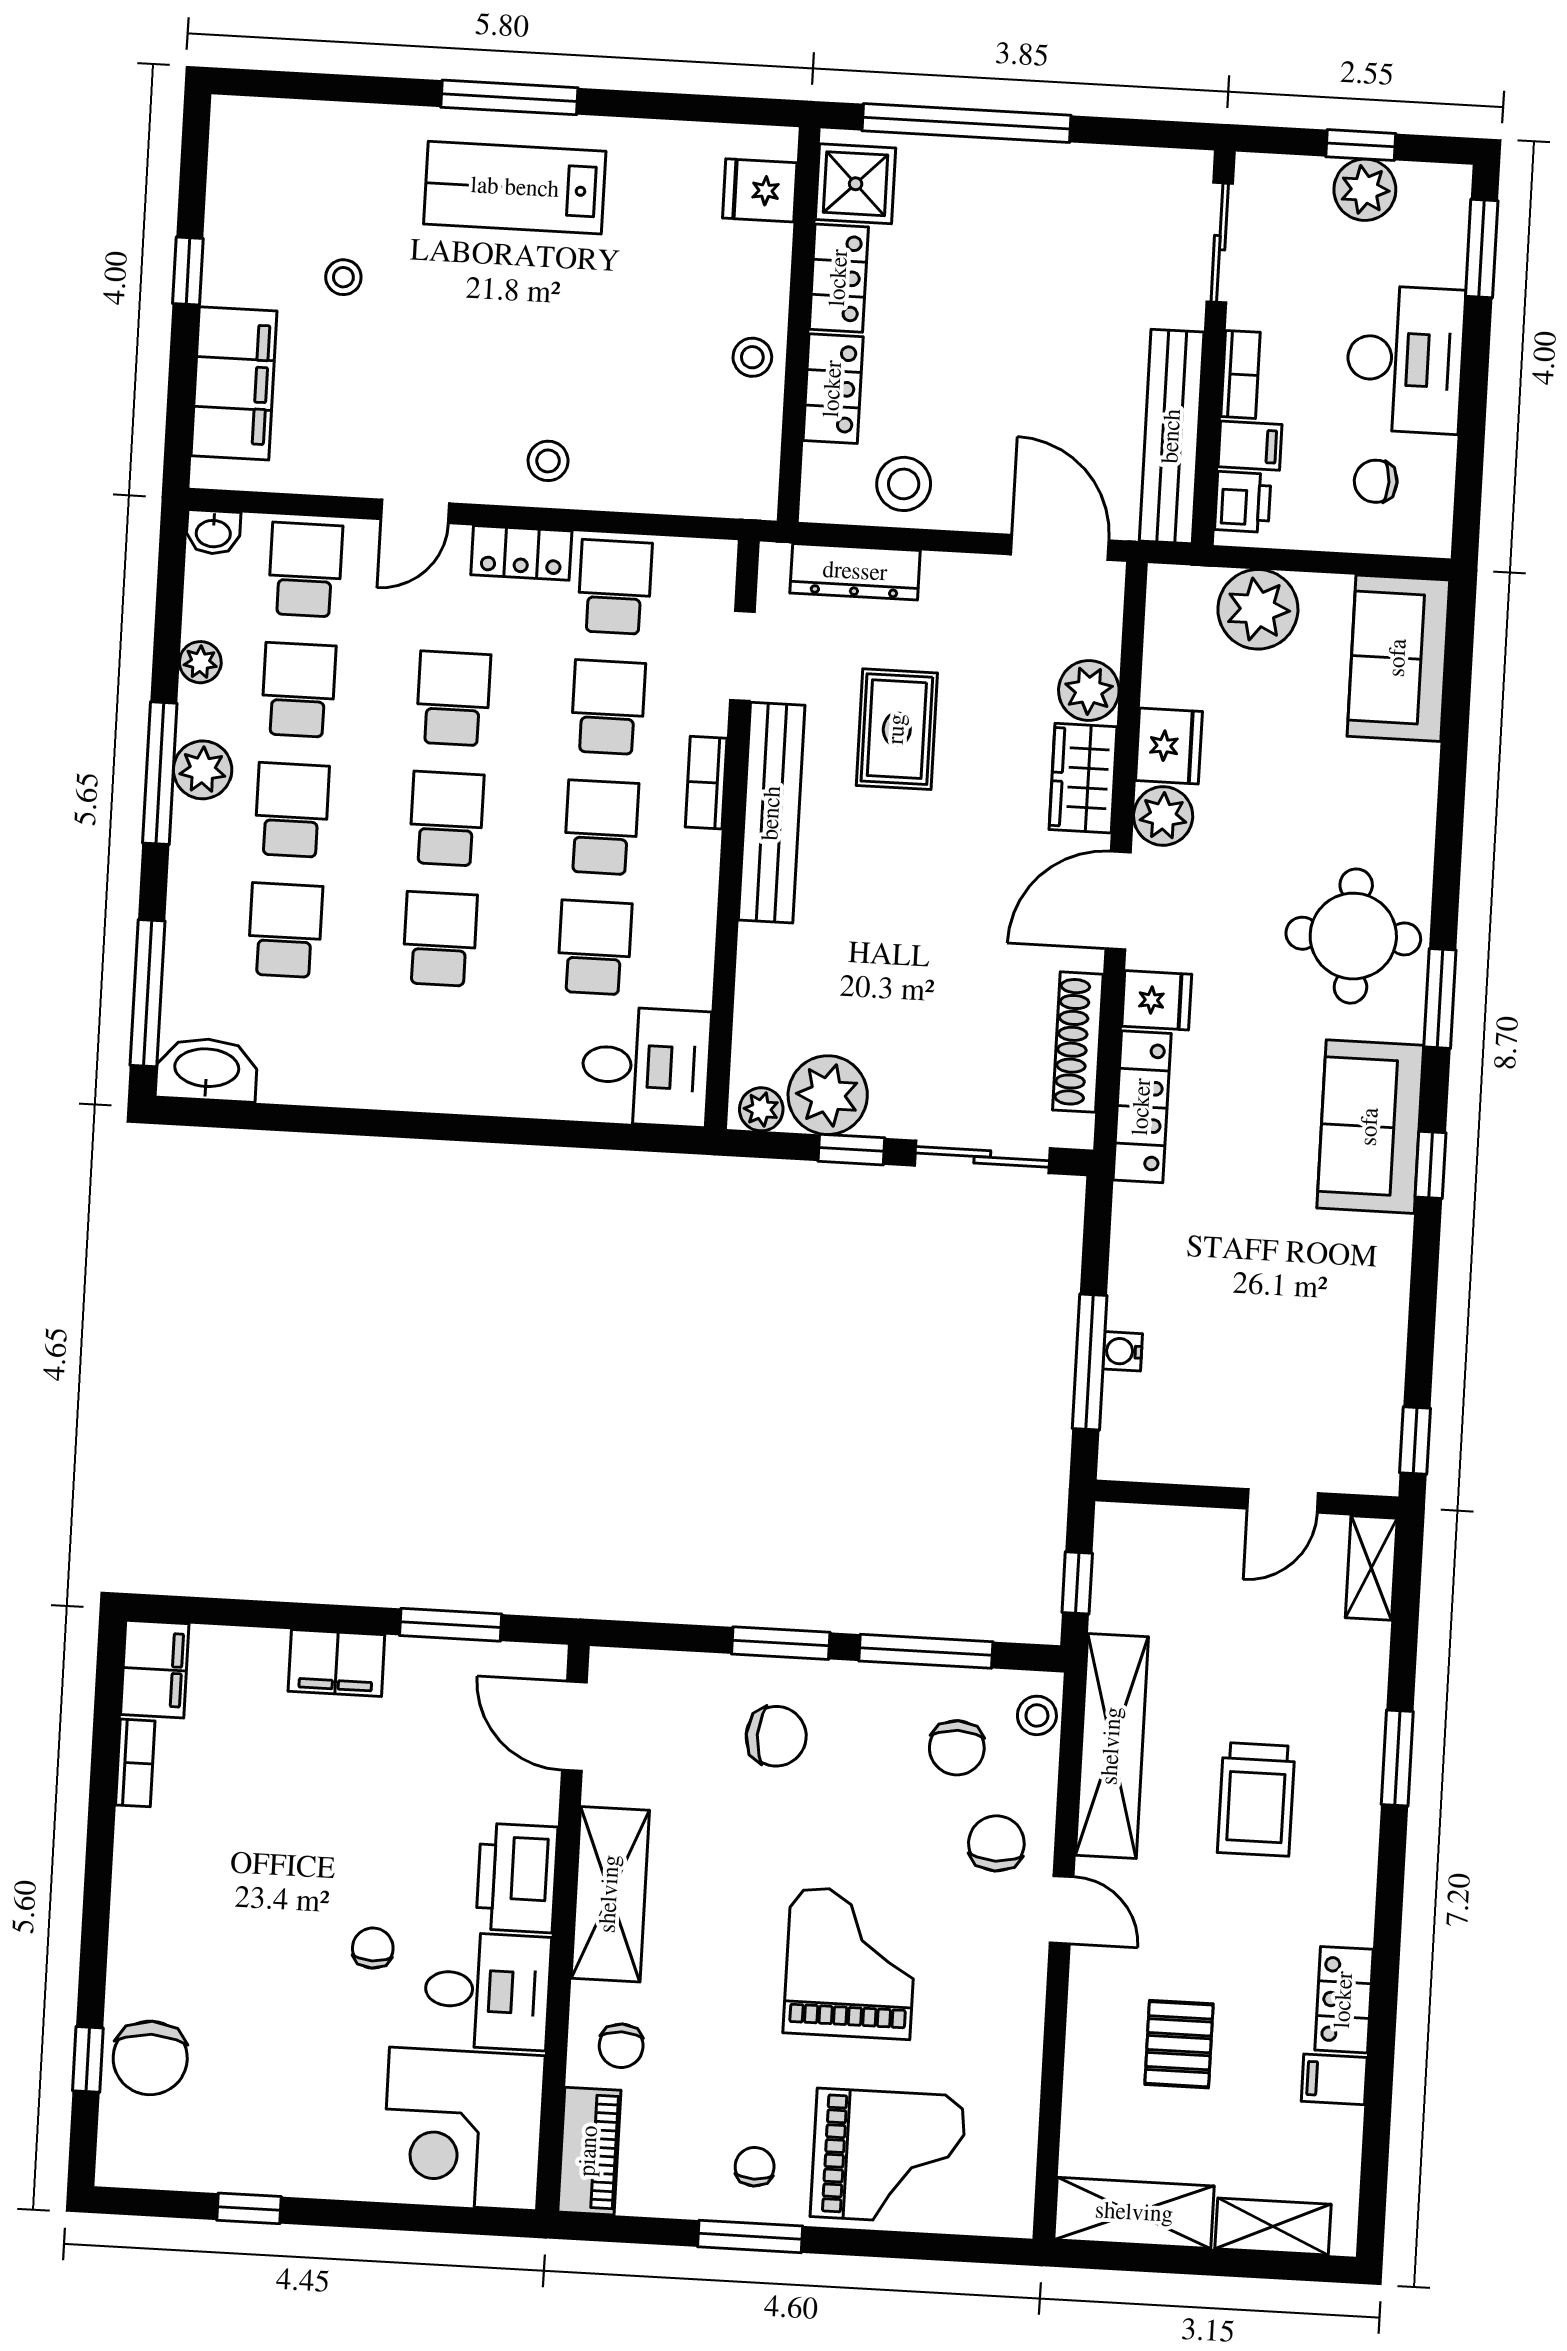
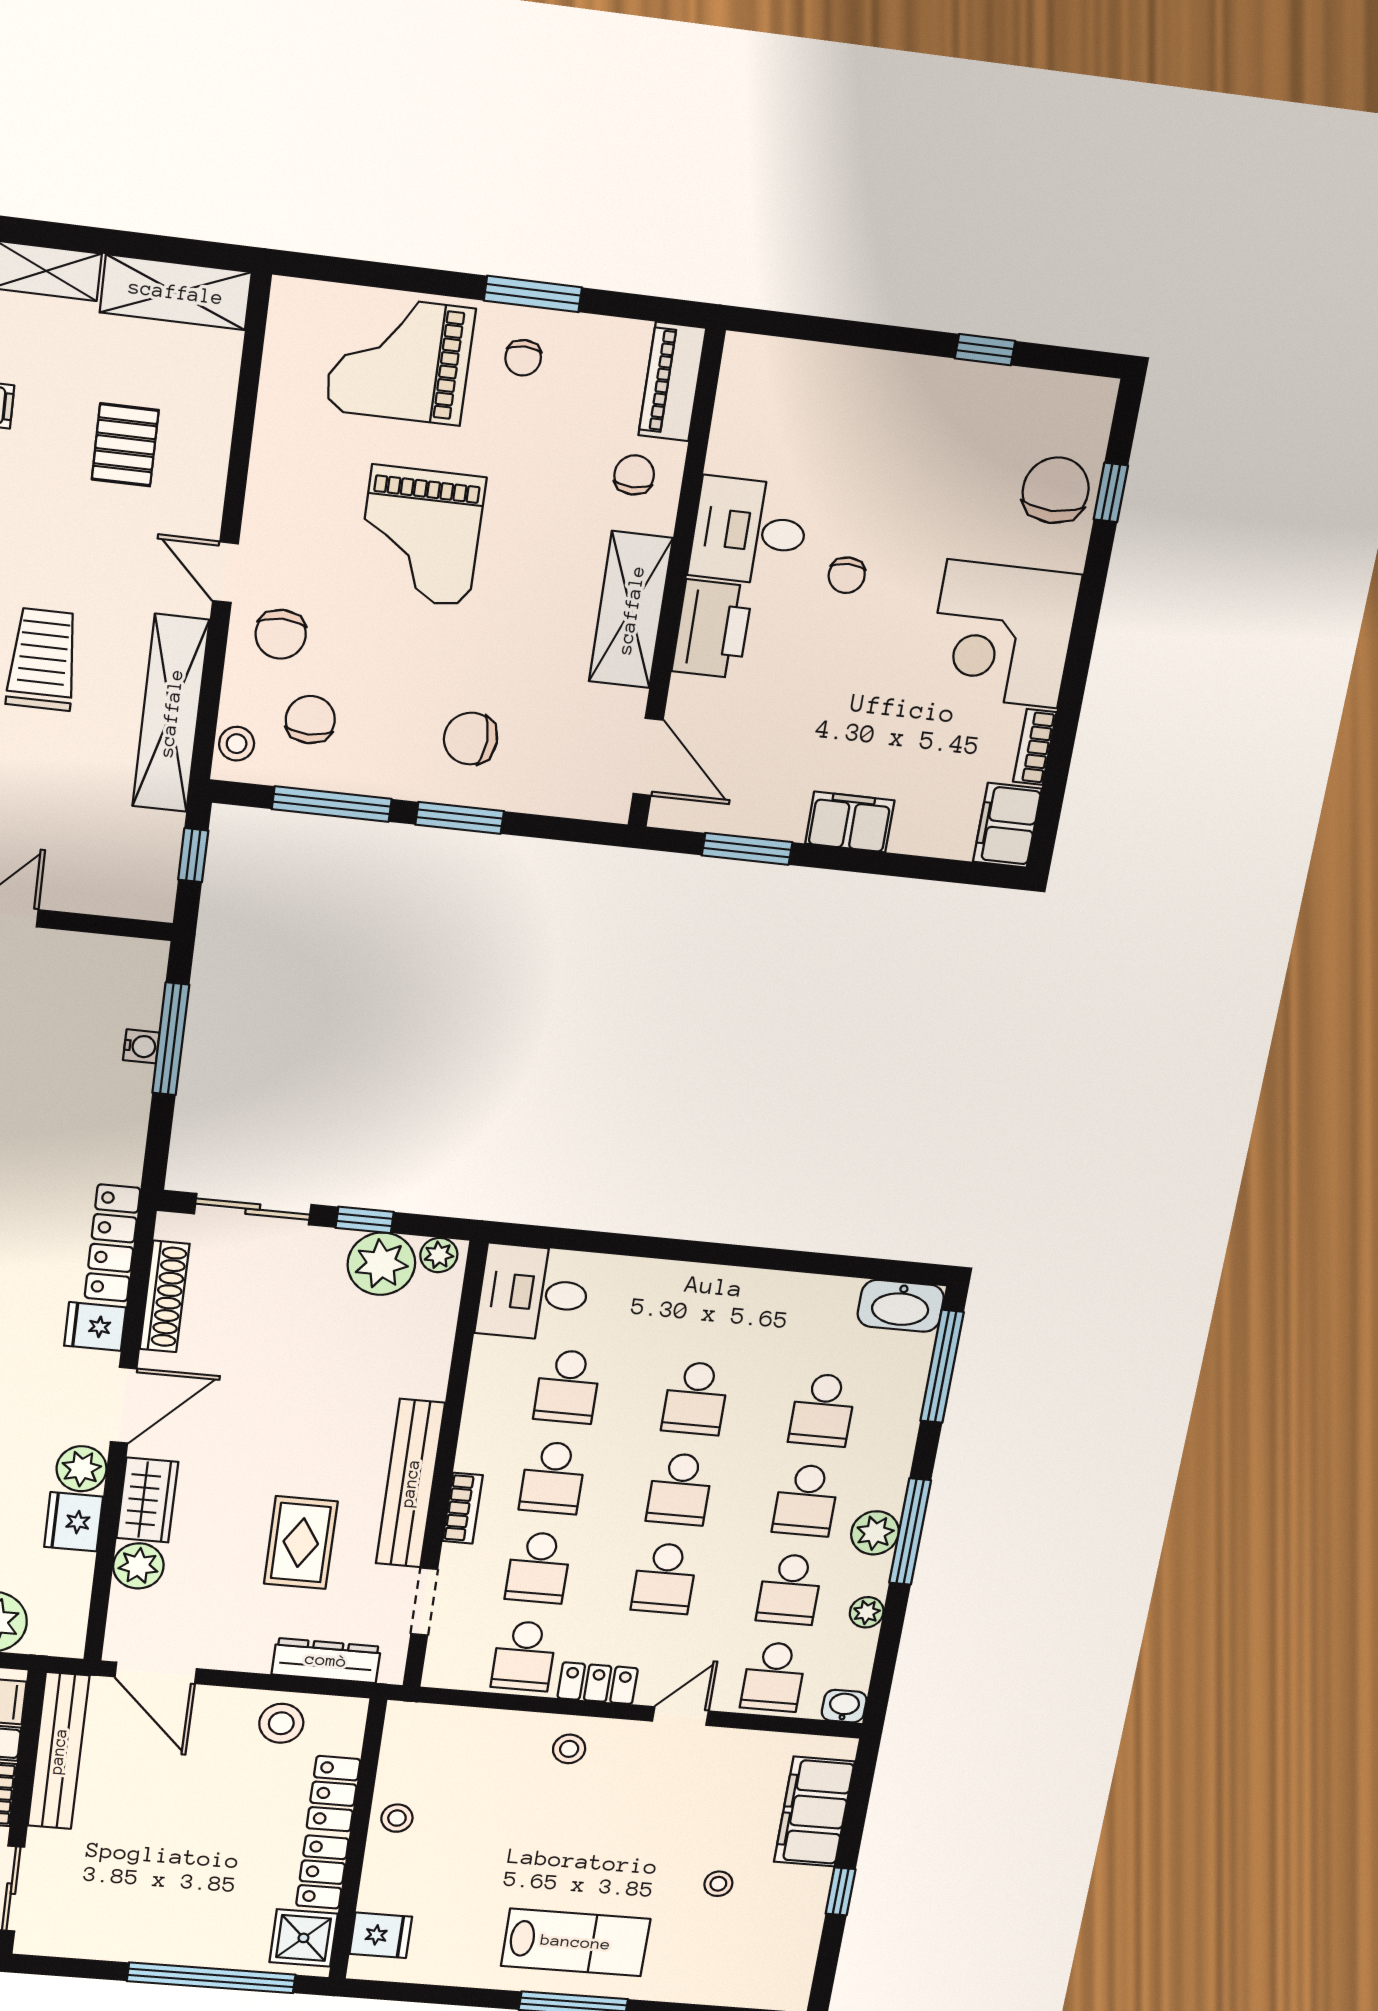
corner desk: (463, 2129) -> (1003, 634), moved, turned 180

